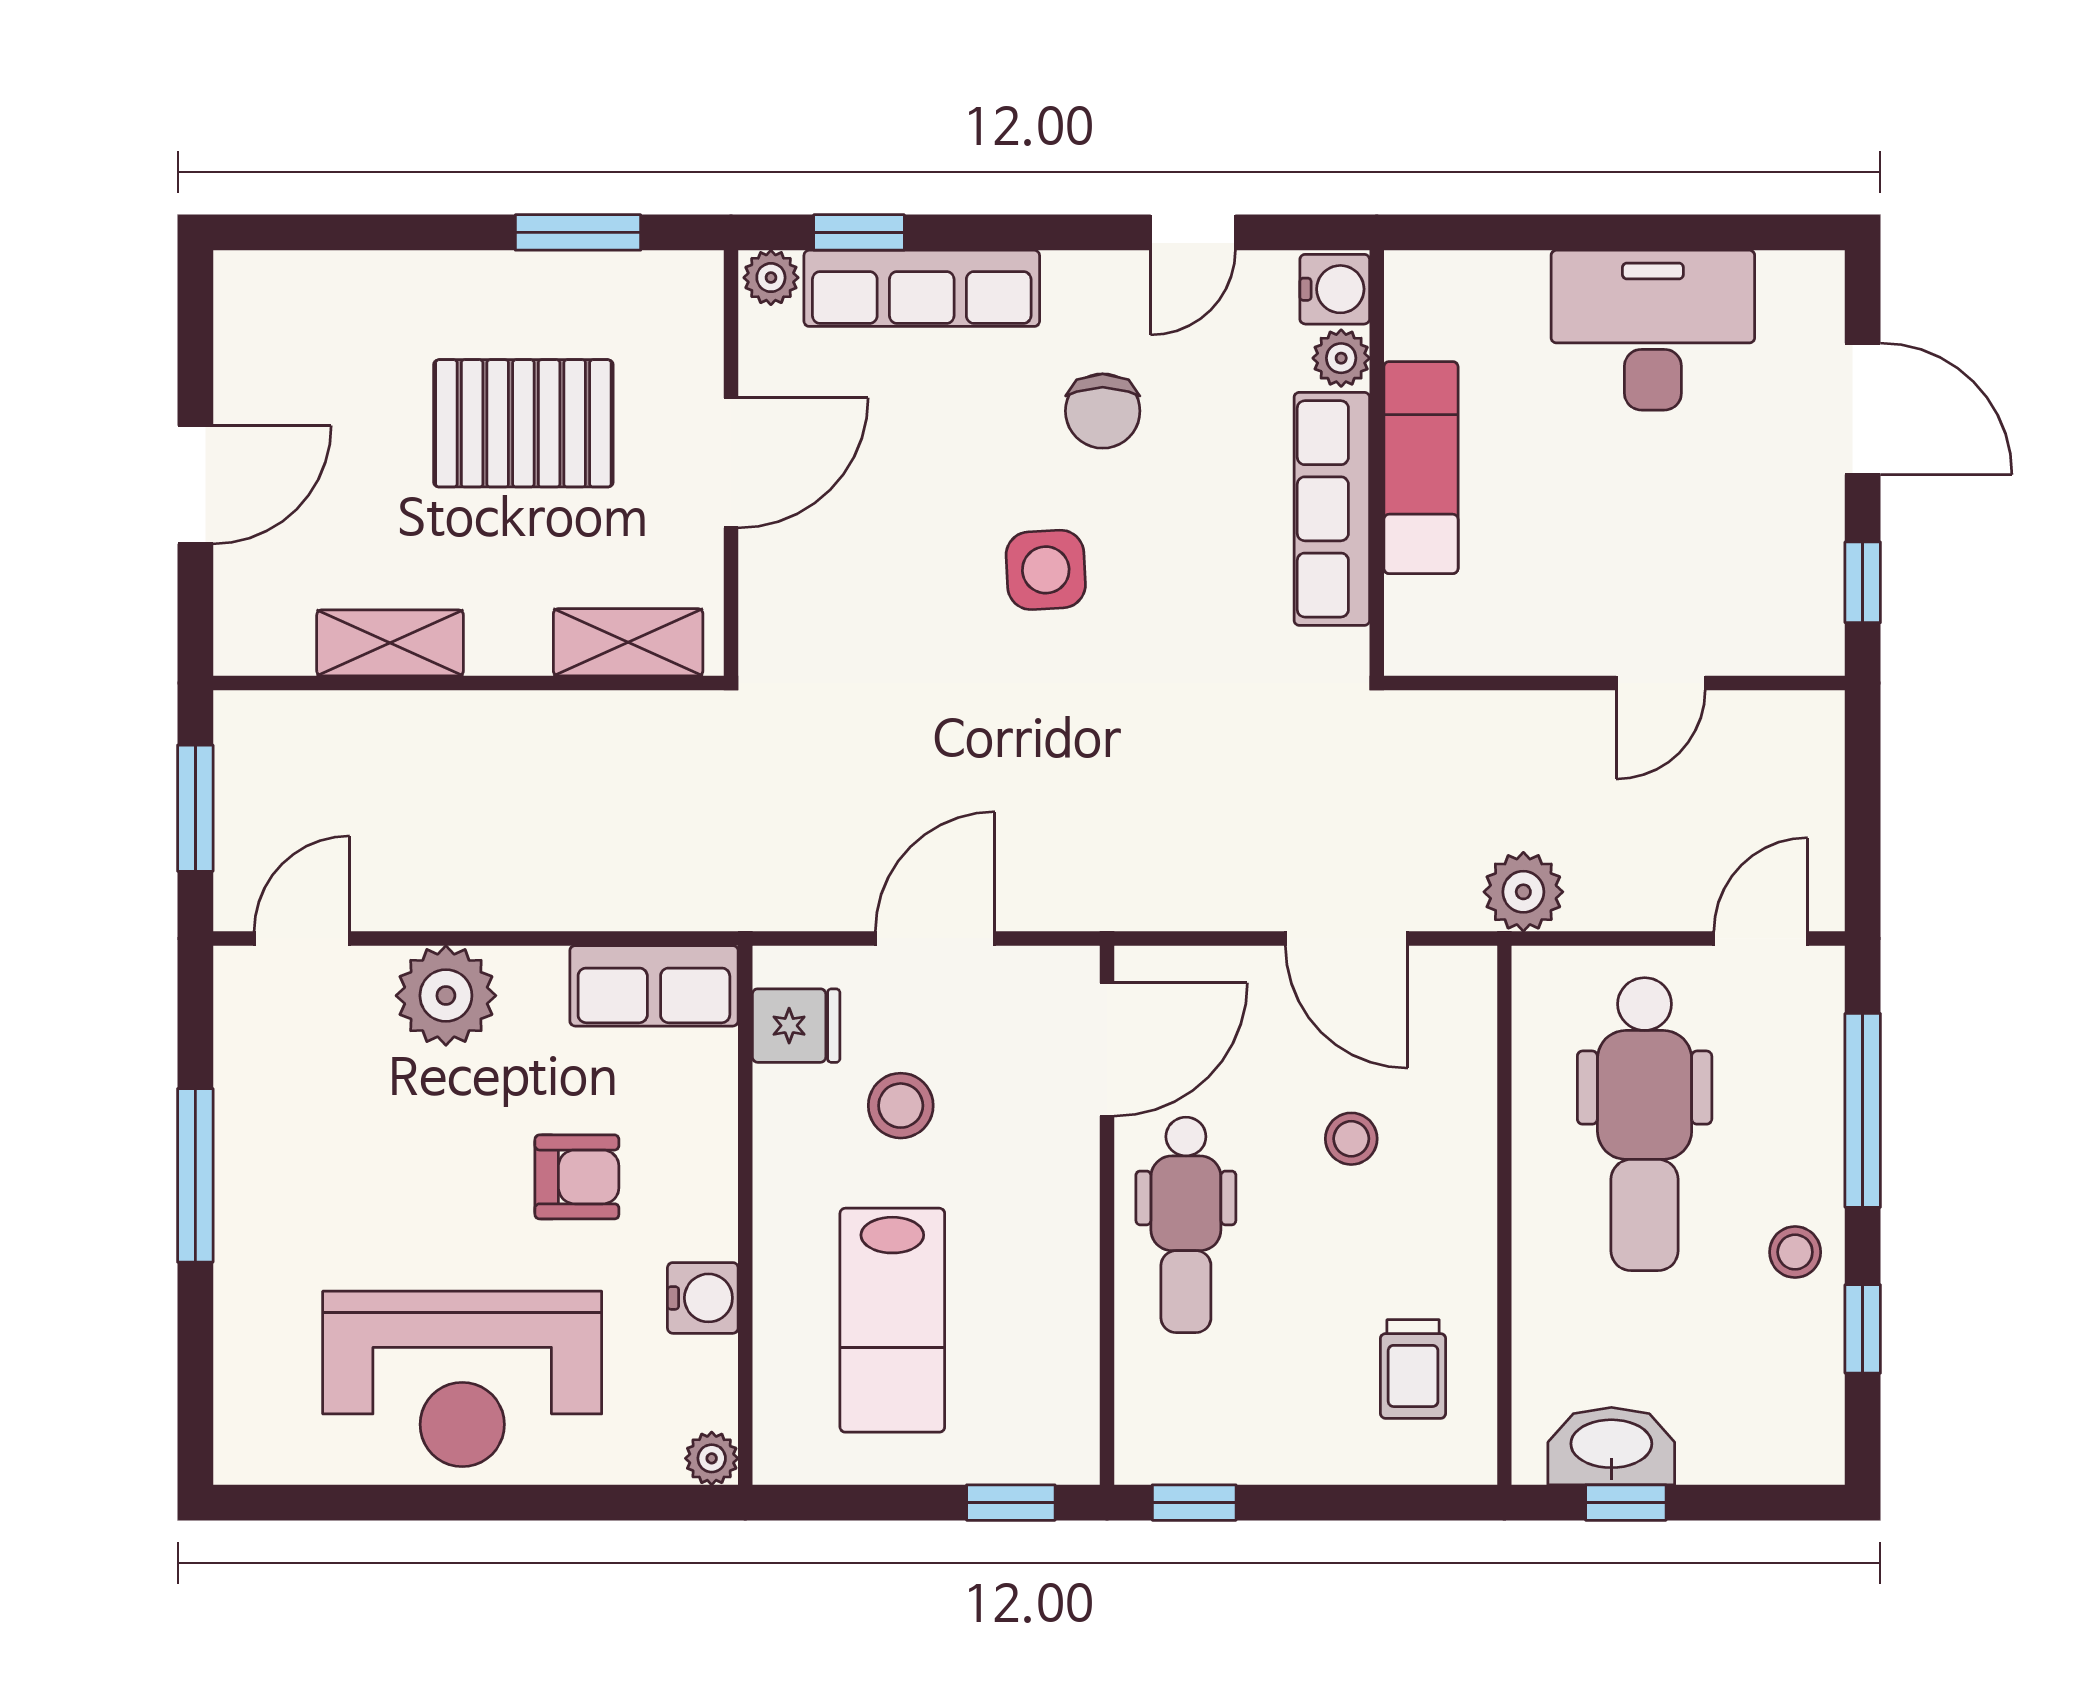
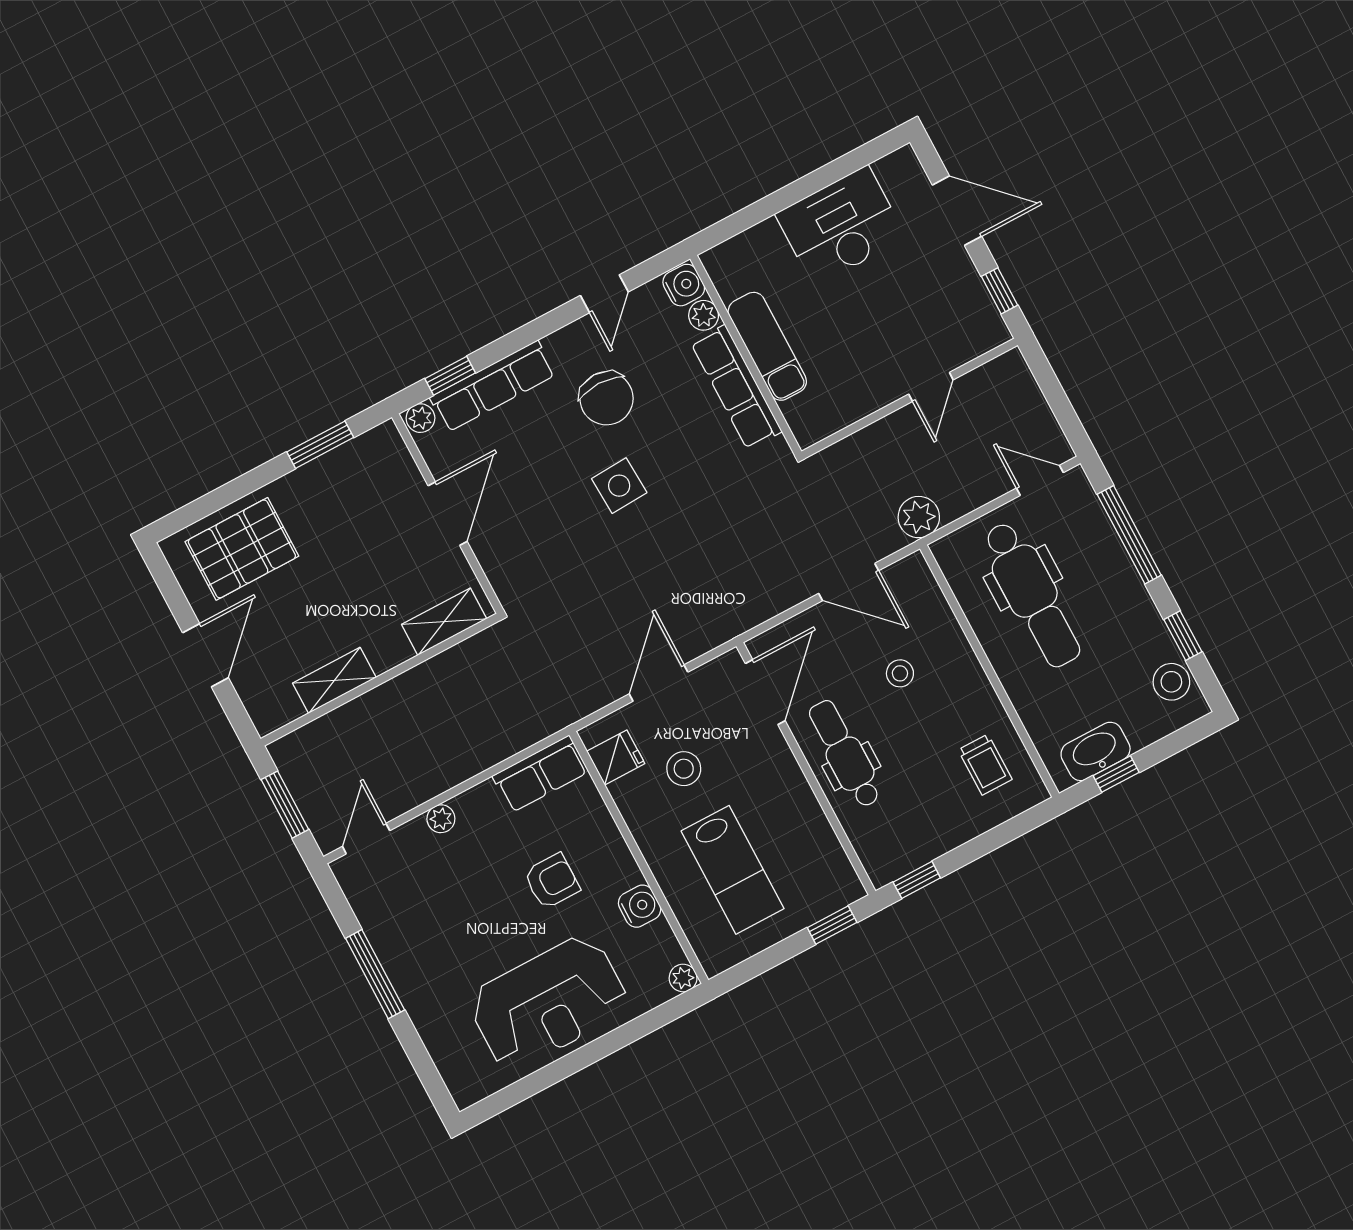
chair: (1103, 411) -> (606, 398), width x1.37, depth x1.37
pallet: (523, 423) -> (242, 549), moved
door: (1761, 938) -> (1040, 480), hinge flipped
plant: (446, 996) -> (441, 819), width x0.53, depth x0.53
dental chair: (1186, 1225) -> (845, 754), turned 180
stool: (1795, 1252) -> (1171, 682), moved, width x1.37, depth x1.37

